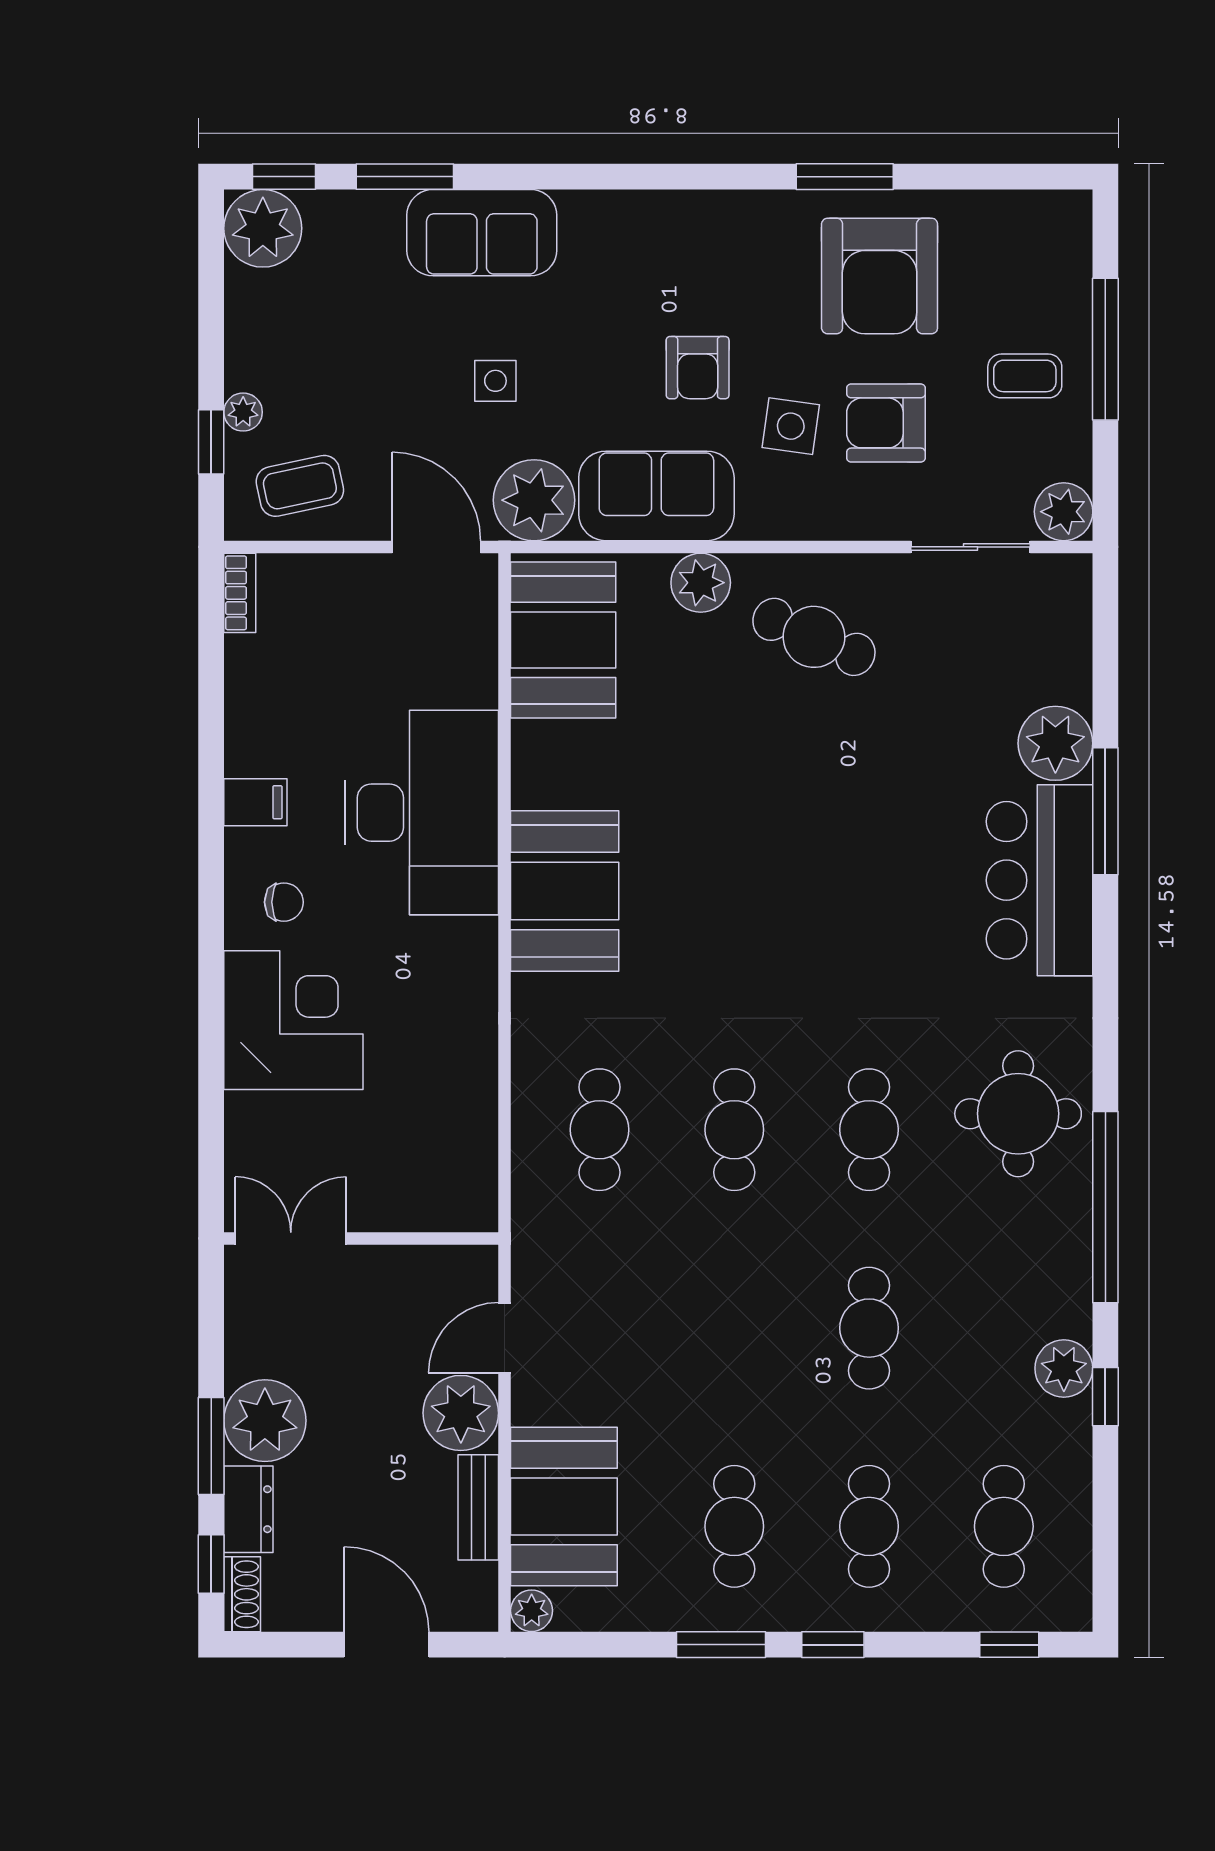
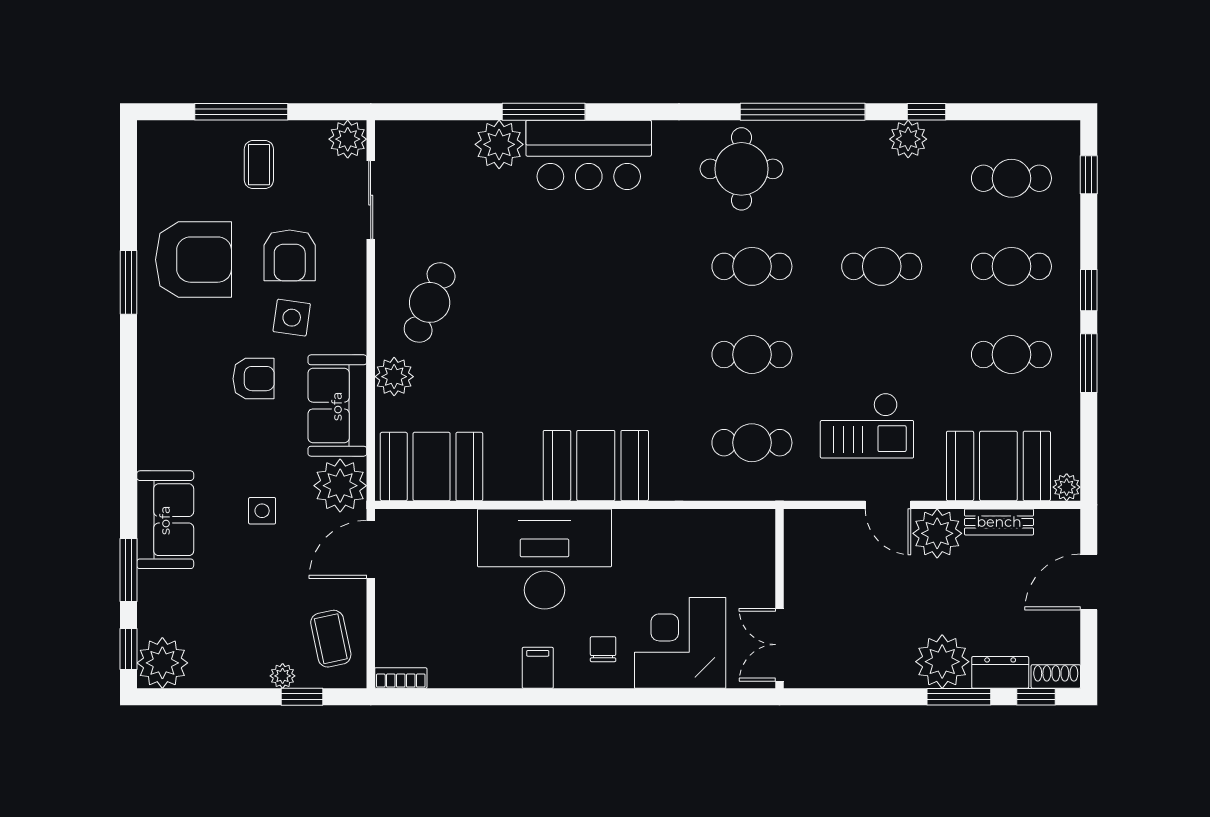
double door: (291, 1238) -> (779, 645), moved
wall: (361, 1238) -> (779, 599), moved
checkout: (626, 1306) -> (867, 426), added

